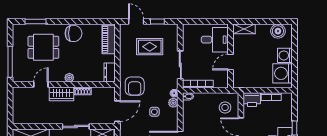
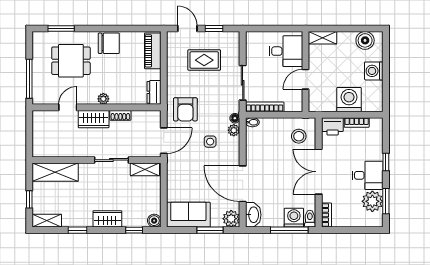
washing machine: (282, 73) -> (349, 100), moved, turned 90

